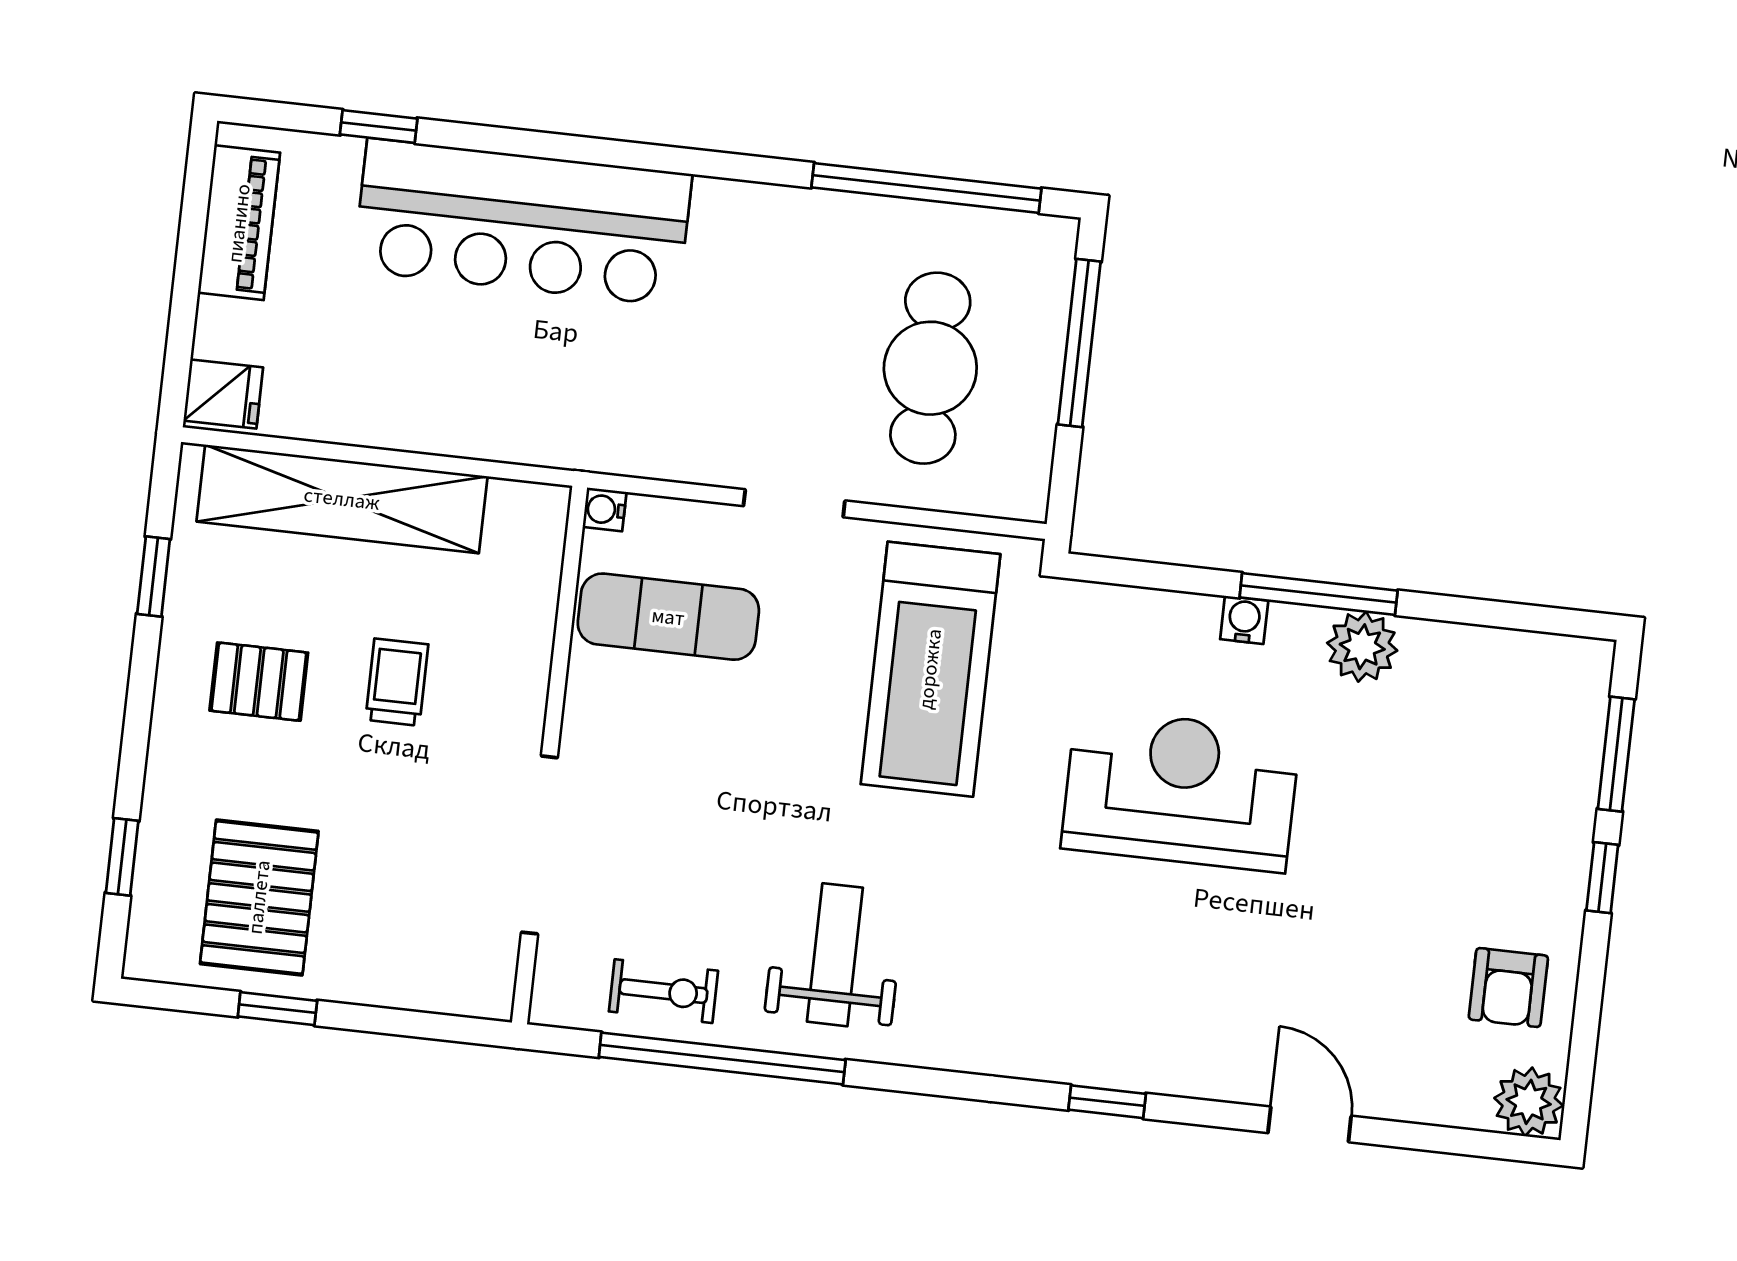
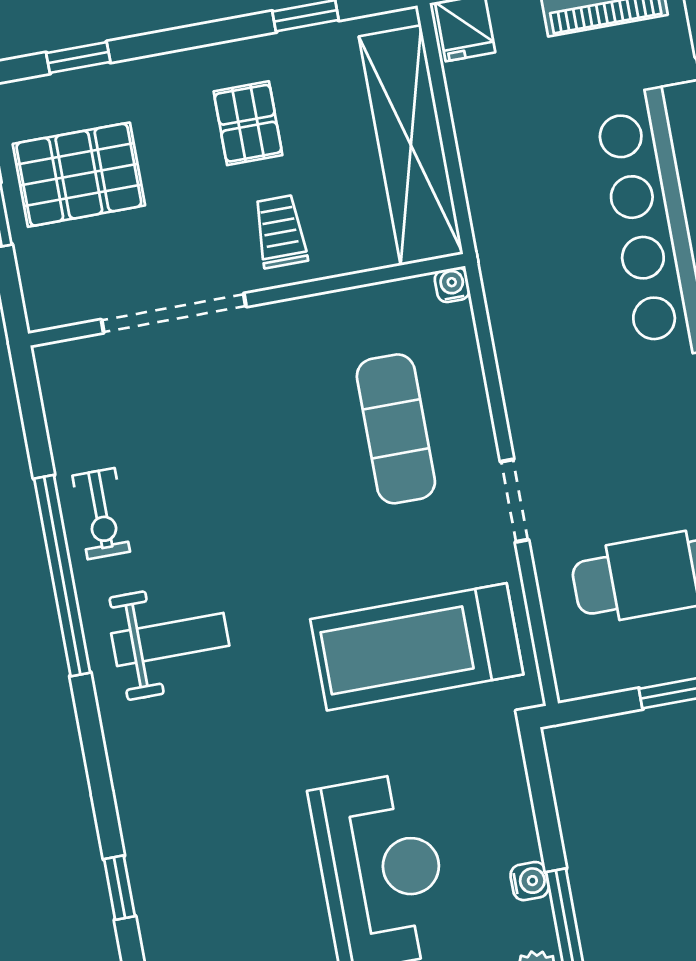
water cooler: (605, 509) -> (452, 285), moved
trolley: (397, 682) -> (280, 232), turned -90
wall: (550, 755) -> (247, 300), moved
doorway: (539, 845) -> (174, 313), moved

